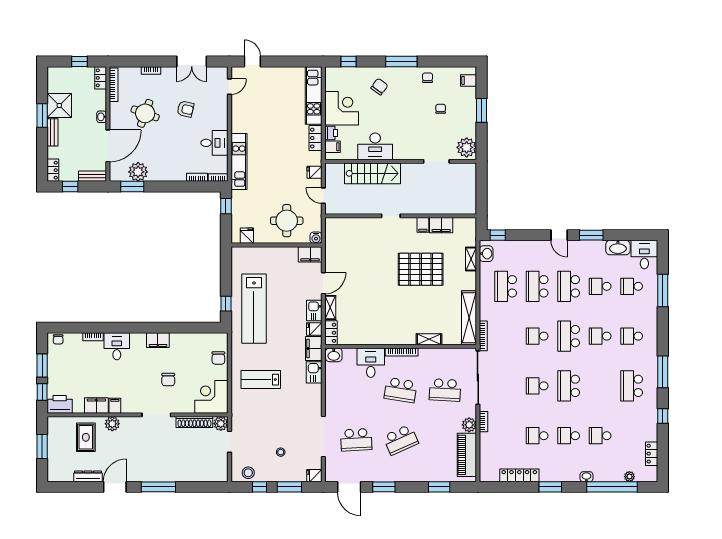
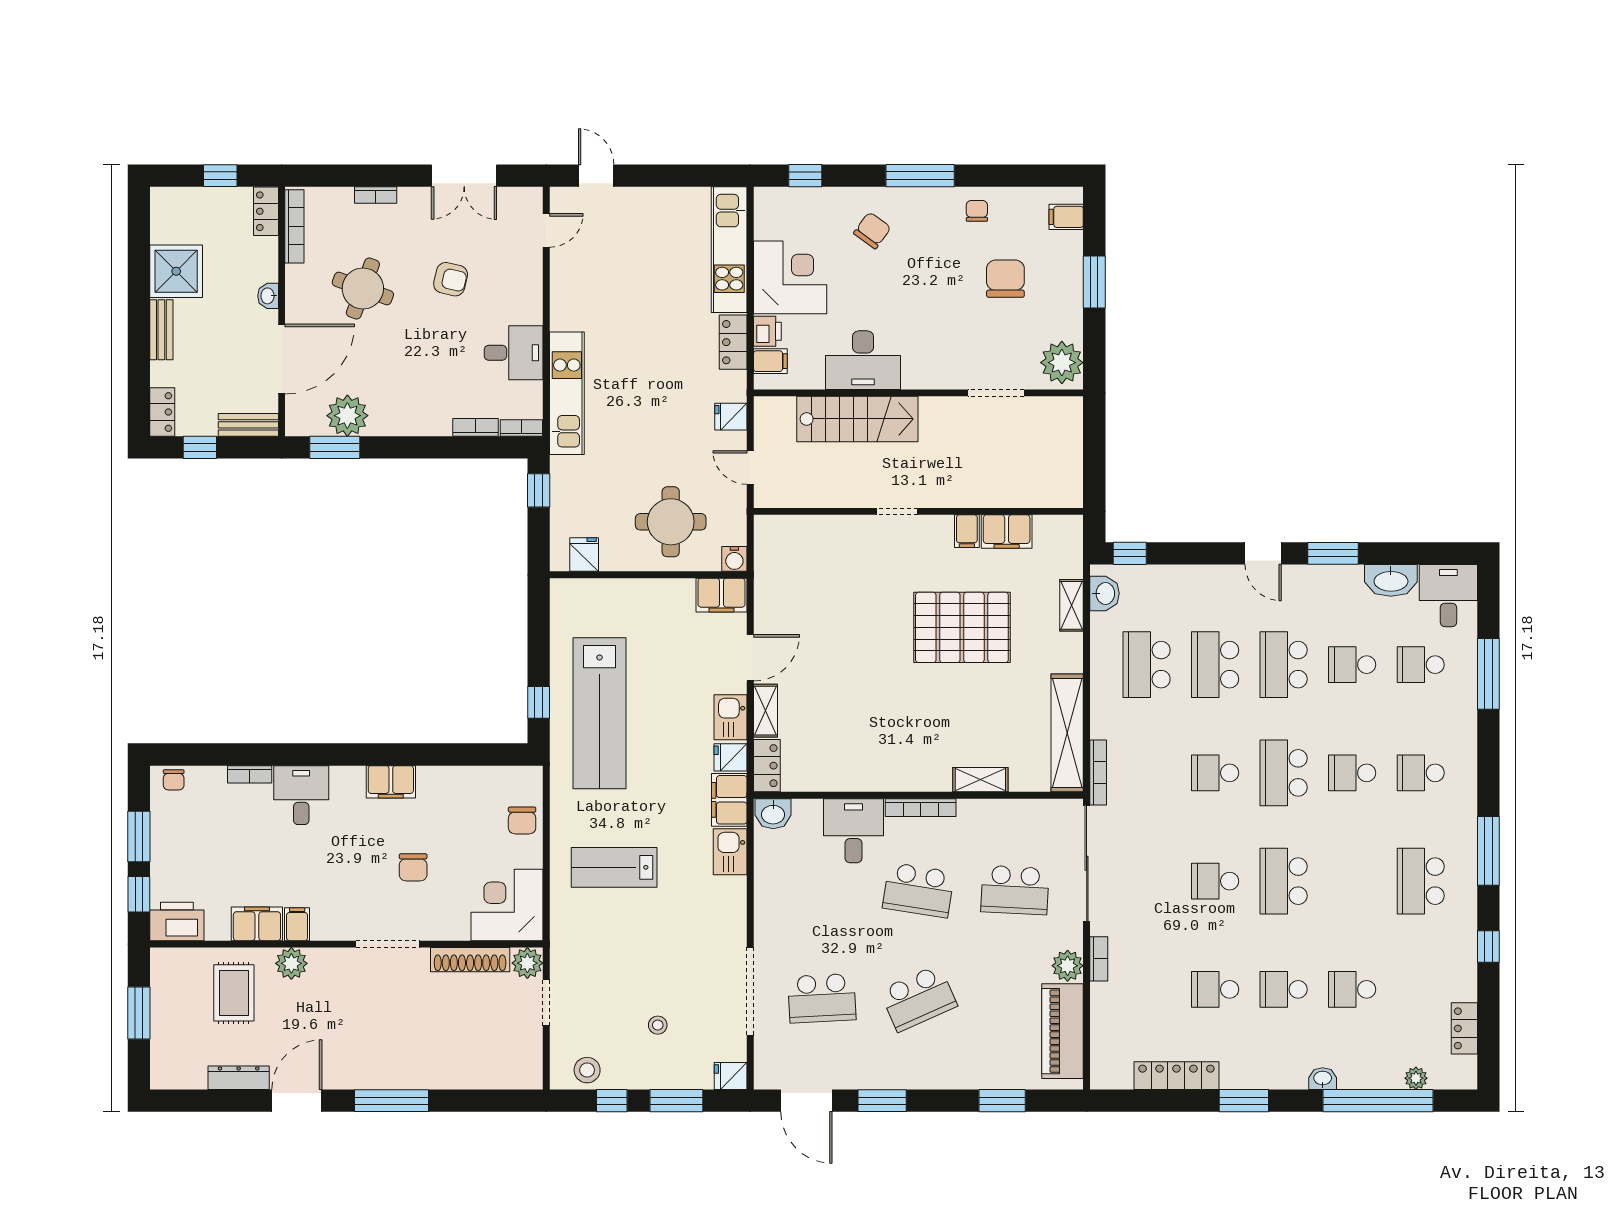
chair: (441, 109) -> (1005, 279), width x1.87, depth x1.87
window: (42, 115) -> (139, 293), removed

